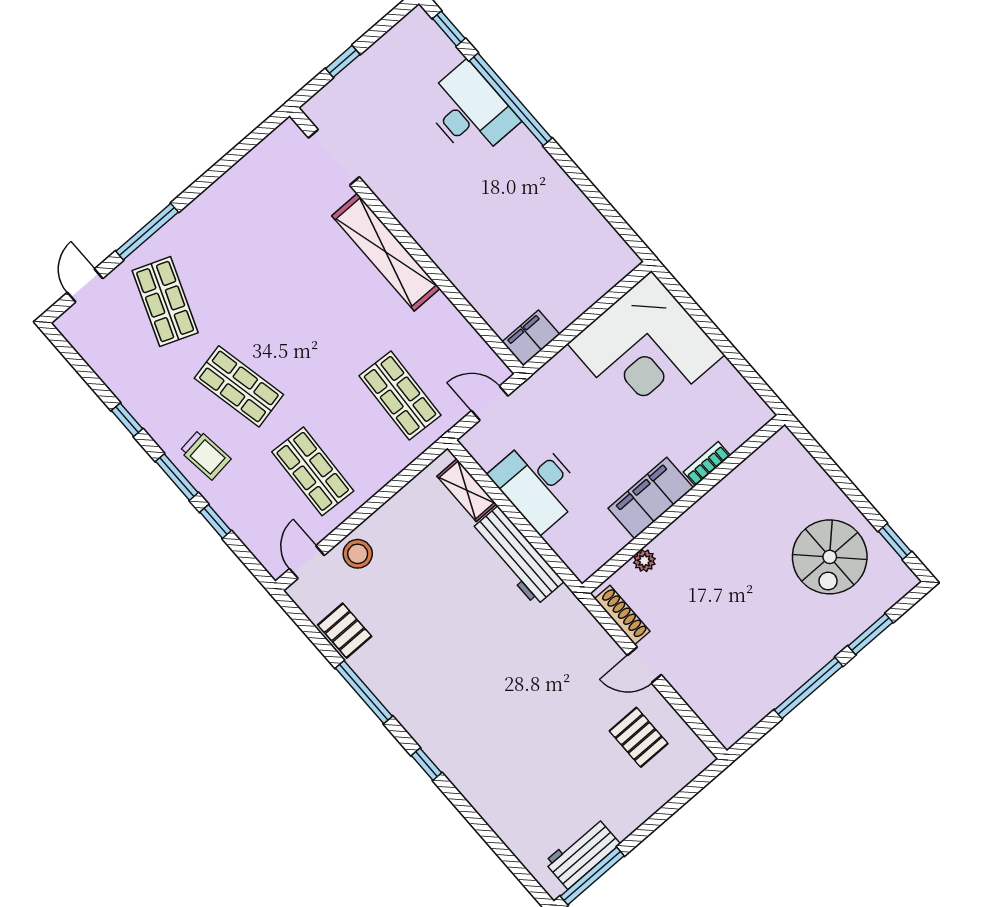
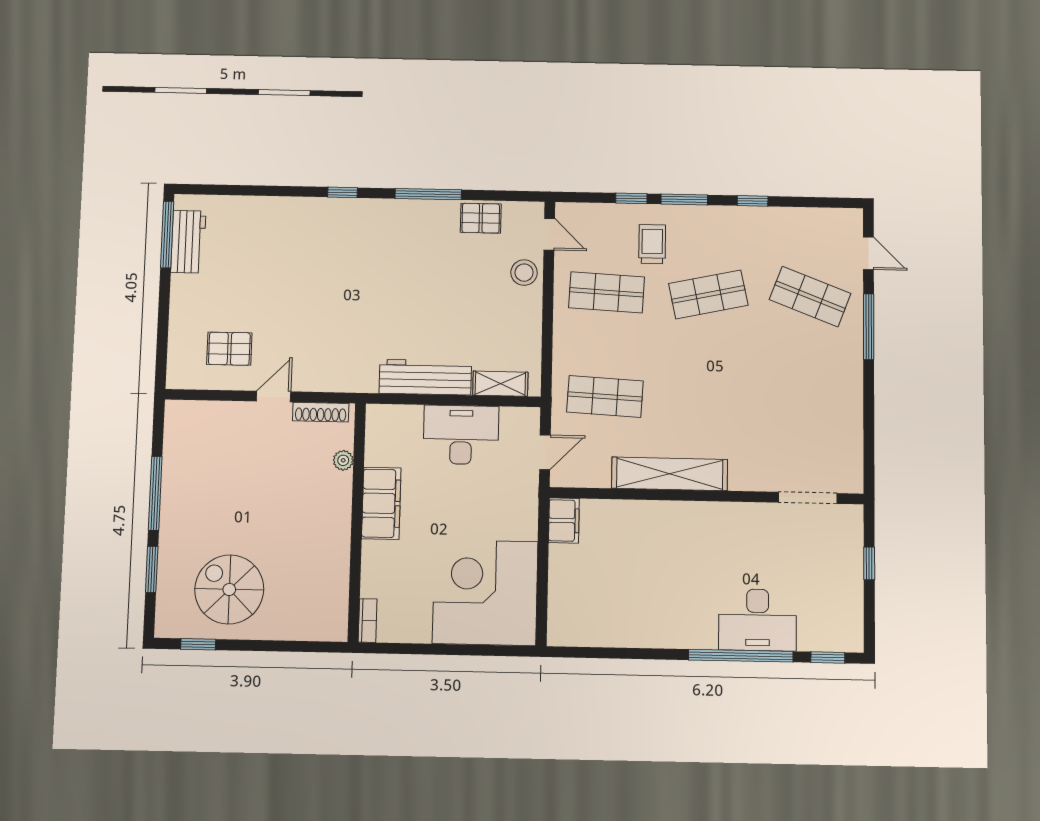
shelving: (386, 252) -> (670, 474), moved
trolley: (205, 455) -> (652, 244), moved, turned 97
bookcase: (707, 464) -> (368, 620), moved

